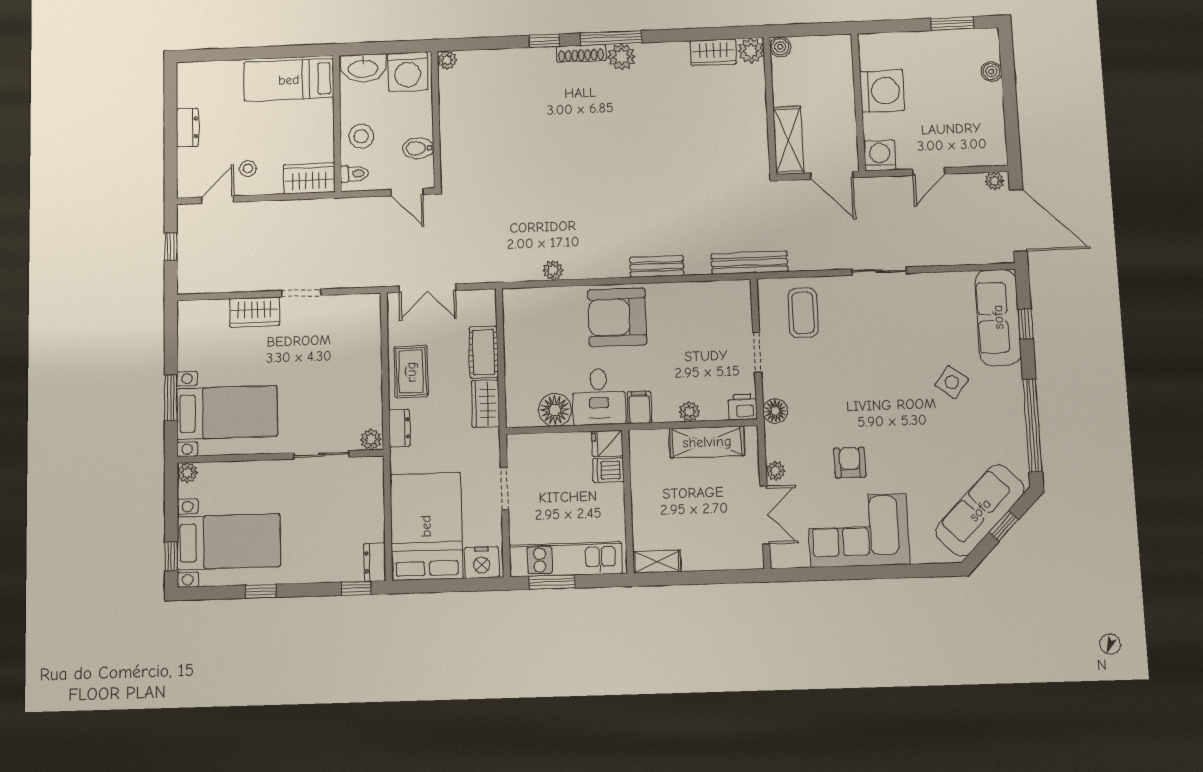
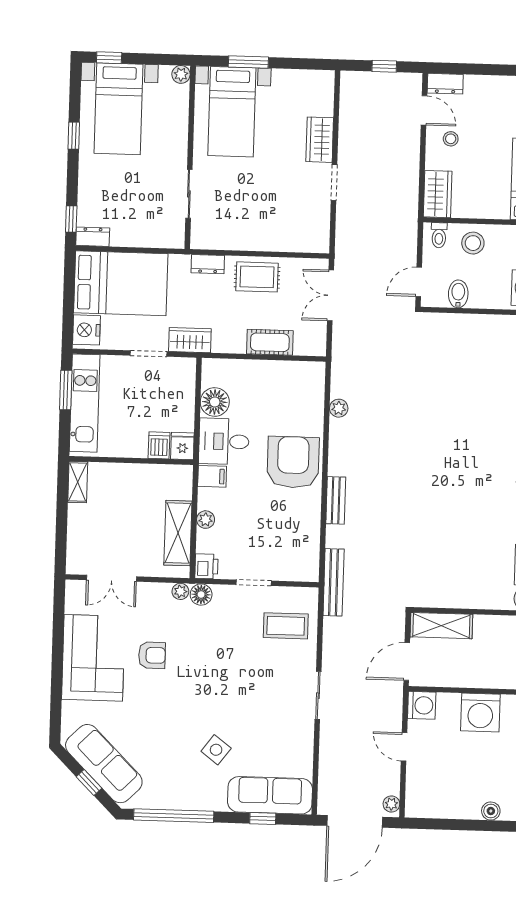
dresser: (187, 127) -> (445, 84), moved
wardrobe: (485, 404) -> (190, 340), moved
plant: (371, 440) -> (200, 239), removed
plant: (775, 471) -> (180, 591), moved

